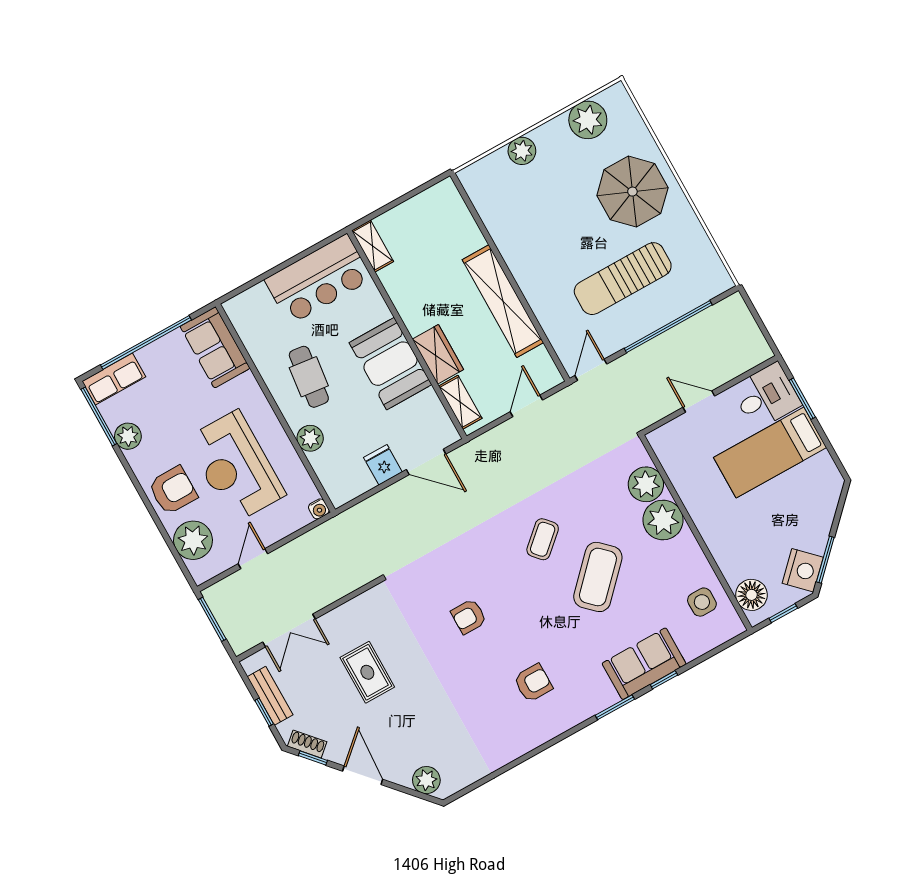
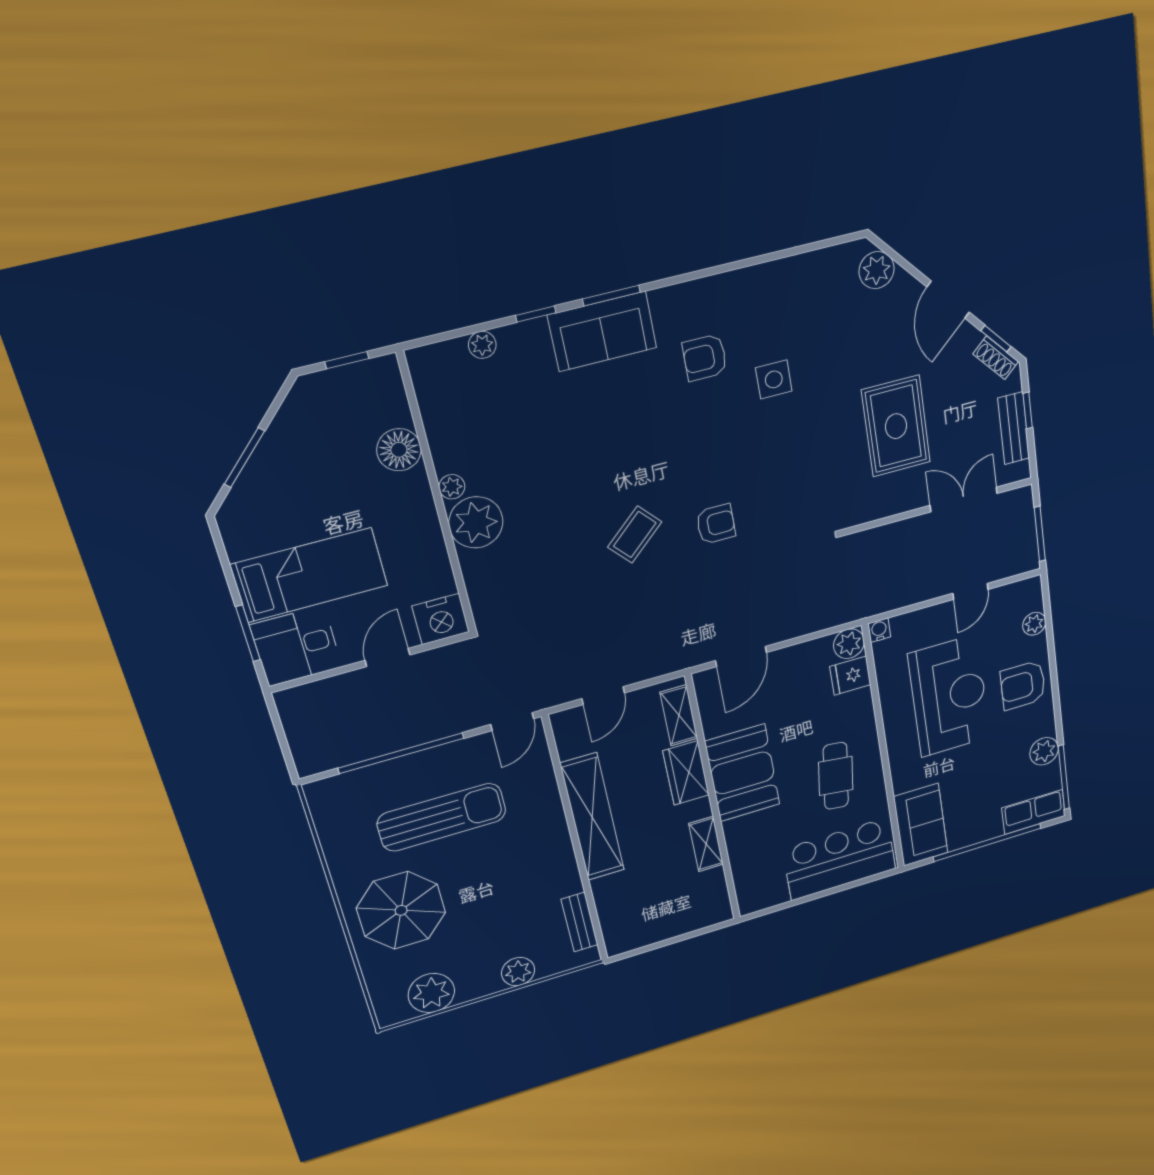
bench: (484, 205) -> (580, 922), added
shelving: (373, 246) -> (706, 844), moved
bar counter: (318, 279) -> (839, 859), moved
door: (699, 402) -> (387, 658), swing flipped
plant: (310, 438) -> (849, 644), moved
door: (426, 462) -> (741, 657), swing flipped
fridge: (383, 465) -> (850, 676), moved, turned 90
plant: (646, 484) -> (452, 487), moved, width x0.53, depth x0.53
plant: (193, 540) -> (1034, 624), width x0.53, depth x0.53
window: (825, 560) -> (244, 458), moved
nightstand: (803, 570) -> (441, 619), moved, turned -135
coffee table: (598, 577) -> (581, 471), removed
floor lamp: (751, 595) -> (399, 450), moved
side table: (702, 602) -> (774, 379), moved
armchair: (469, 617) -> (716, 524), moved
plant: (695, 649) -> (482, 345), added
sofa: (644, 664) -> (602, 332), moved
rug: (367, 672) -> (896, 426), width x1.36, depth x1.43

